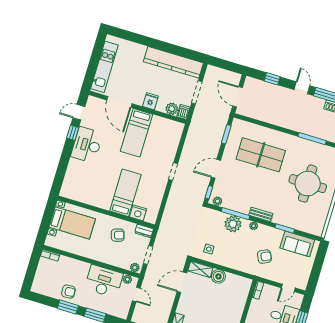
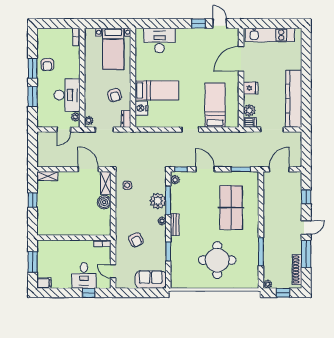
bed: (137, 133) -> (215, 105), moved, turned 90
desk: (87, 145) -> (160, 40), moved
sofa: (297, 244) -> (151, 280), moved, turned 90

